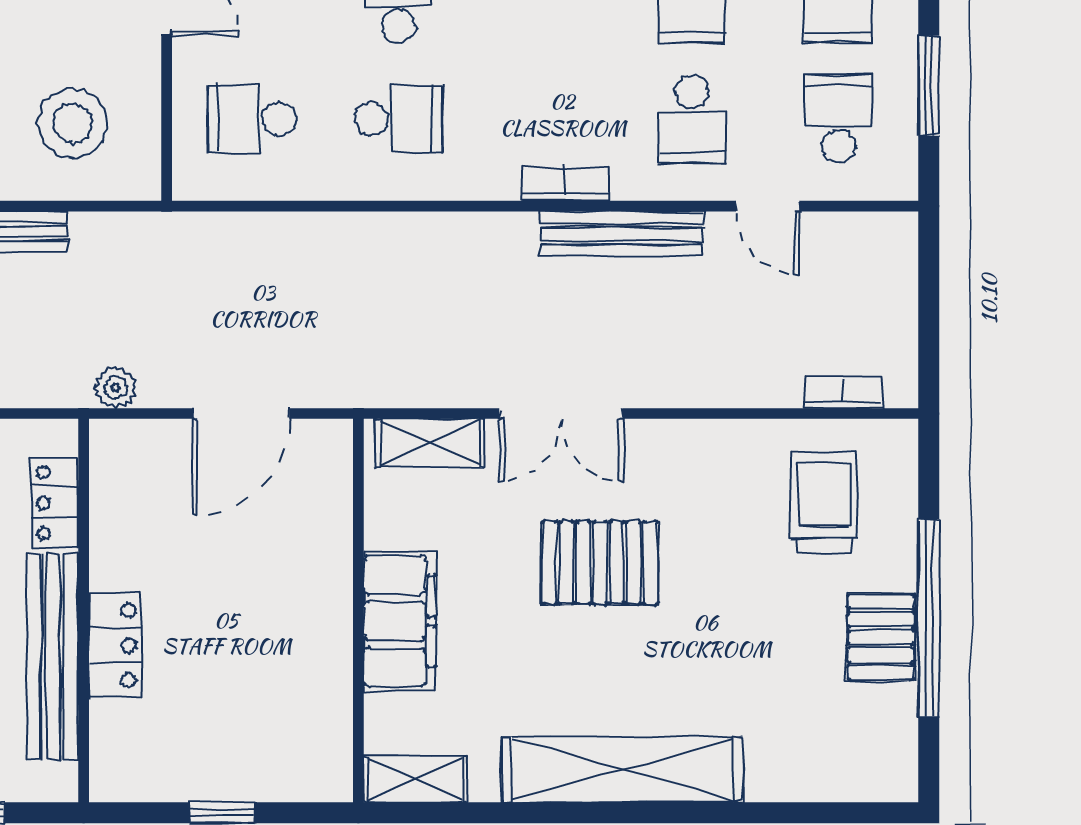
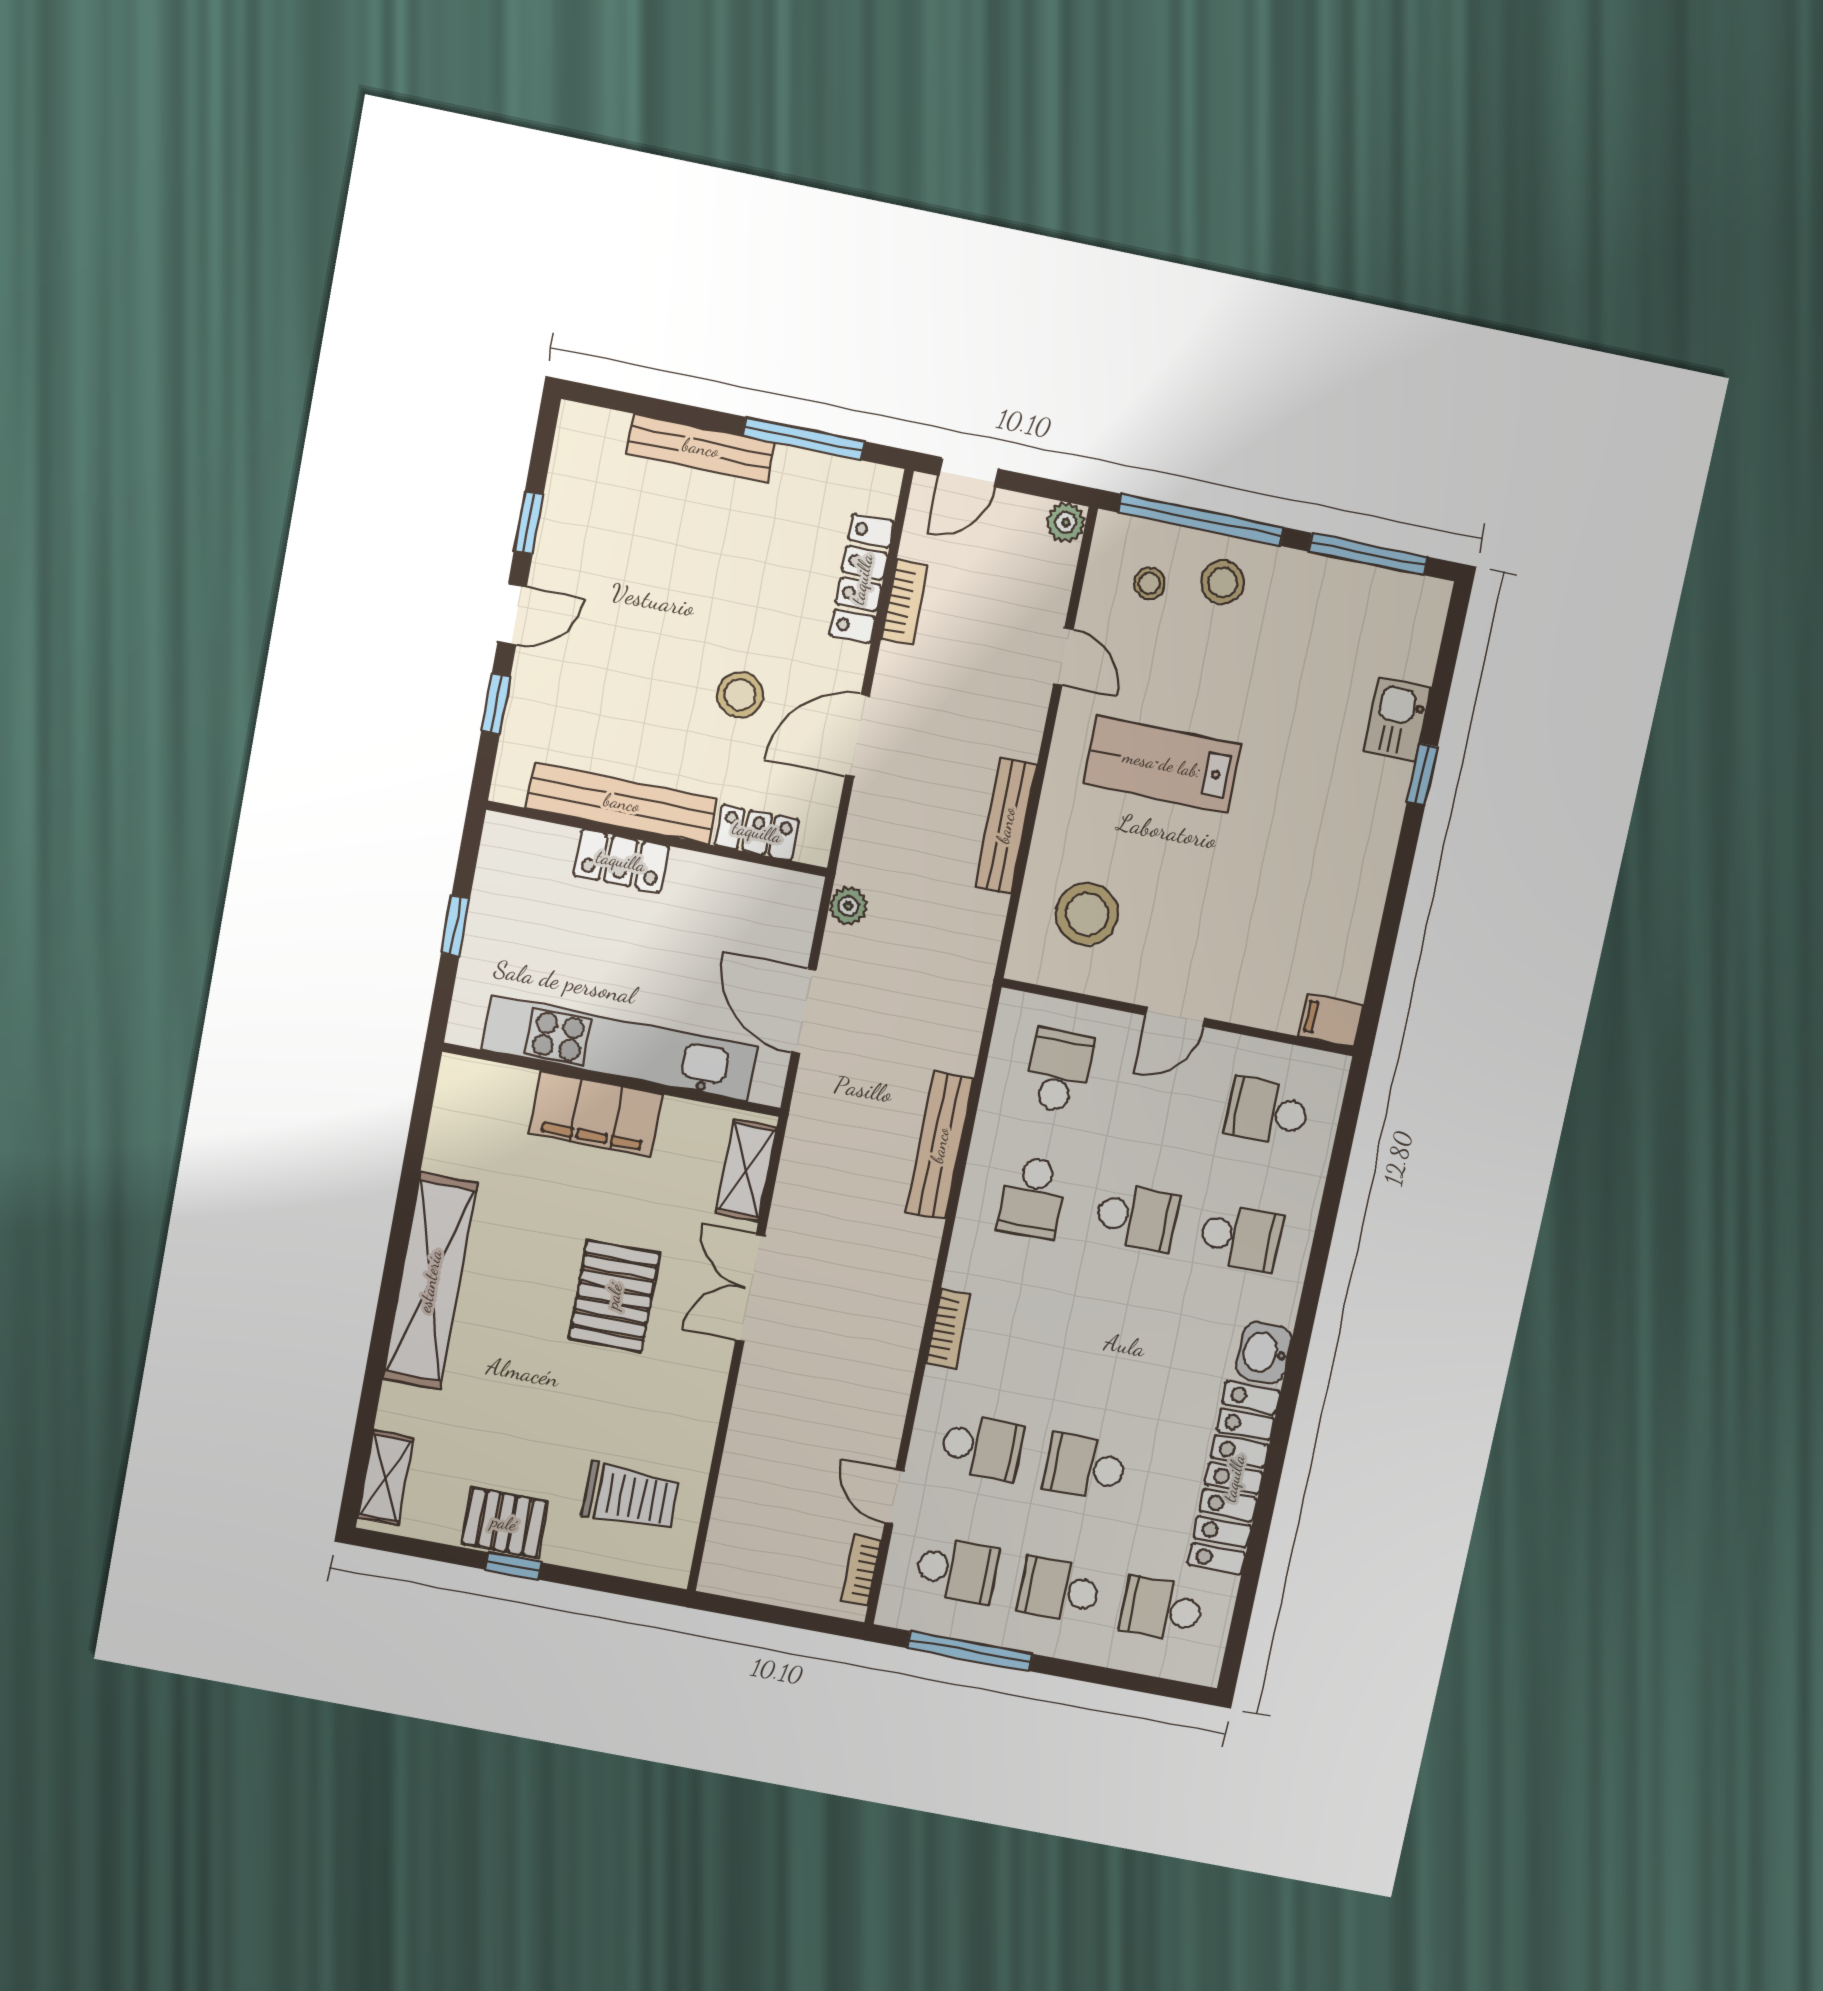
window: (929, 86) -> (970, 1651), width x1.44
school desk: (692, 119) -> (982, 1447), turned 180
door: (768, 206) -> (894, 1497), hinge flipped
bench: (622, 234) -> (940, 1145), moved
bookcase: (843, 393) -> (861, 1570), moved, turned 180
kitchen unit: (322, 608) -> (620, 1048), added
window: (929, 618) -> (513, 1566), width x0.32
shelving: (415, 779) -> (385, 1478), moved

